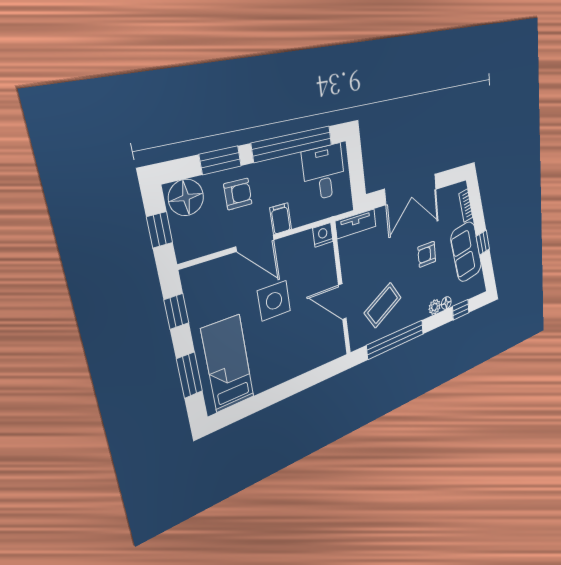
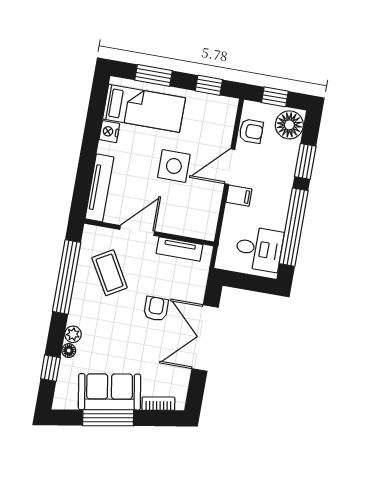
armchair: (238, 194) -> (251, 131), moved, turned -90
tv unit: (356, 224) -> (179, 249), moved, turned -90
nightstand: (323, 235) -> (109, 132), moved, turned 180
window: (483, 243) -> (108, 418), width x2.17
armchair: (427, 254) -> (156, 309), moved
tv unit: (317, 358) -> (99, 188), added

